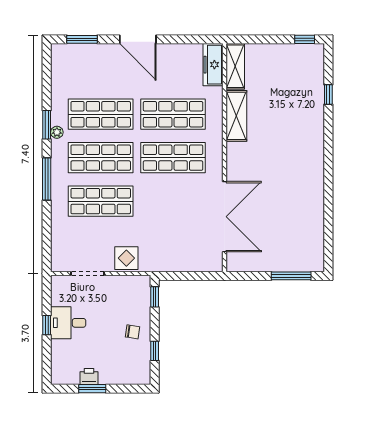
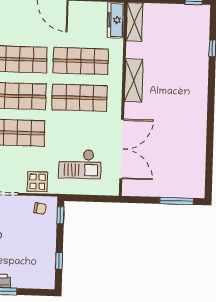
shelving: (236, 116) -> (134, 80), moved
checkout: (176, 236) -> (80, 164), added
chair: (133, 332) -> (40, 209), moved

